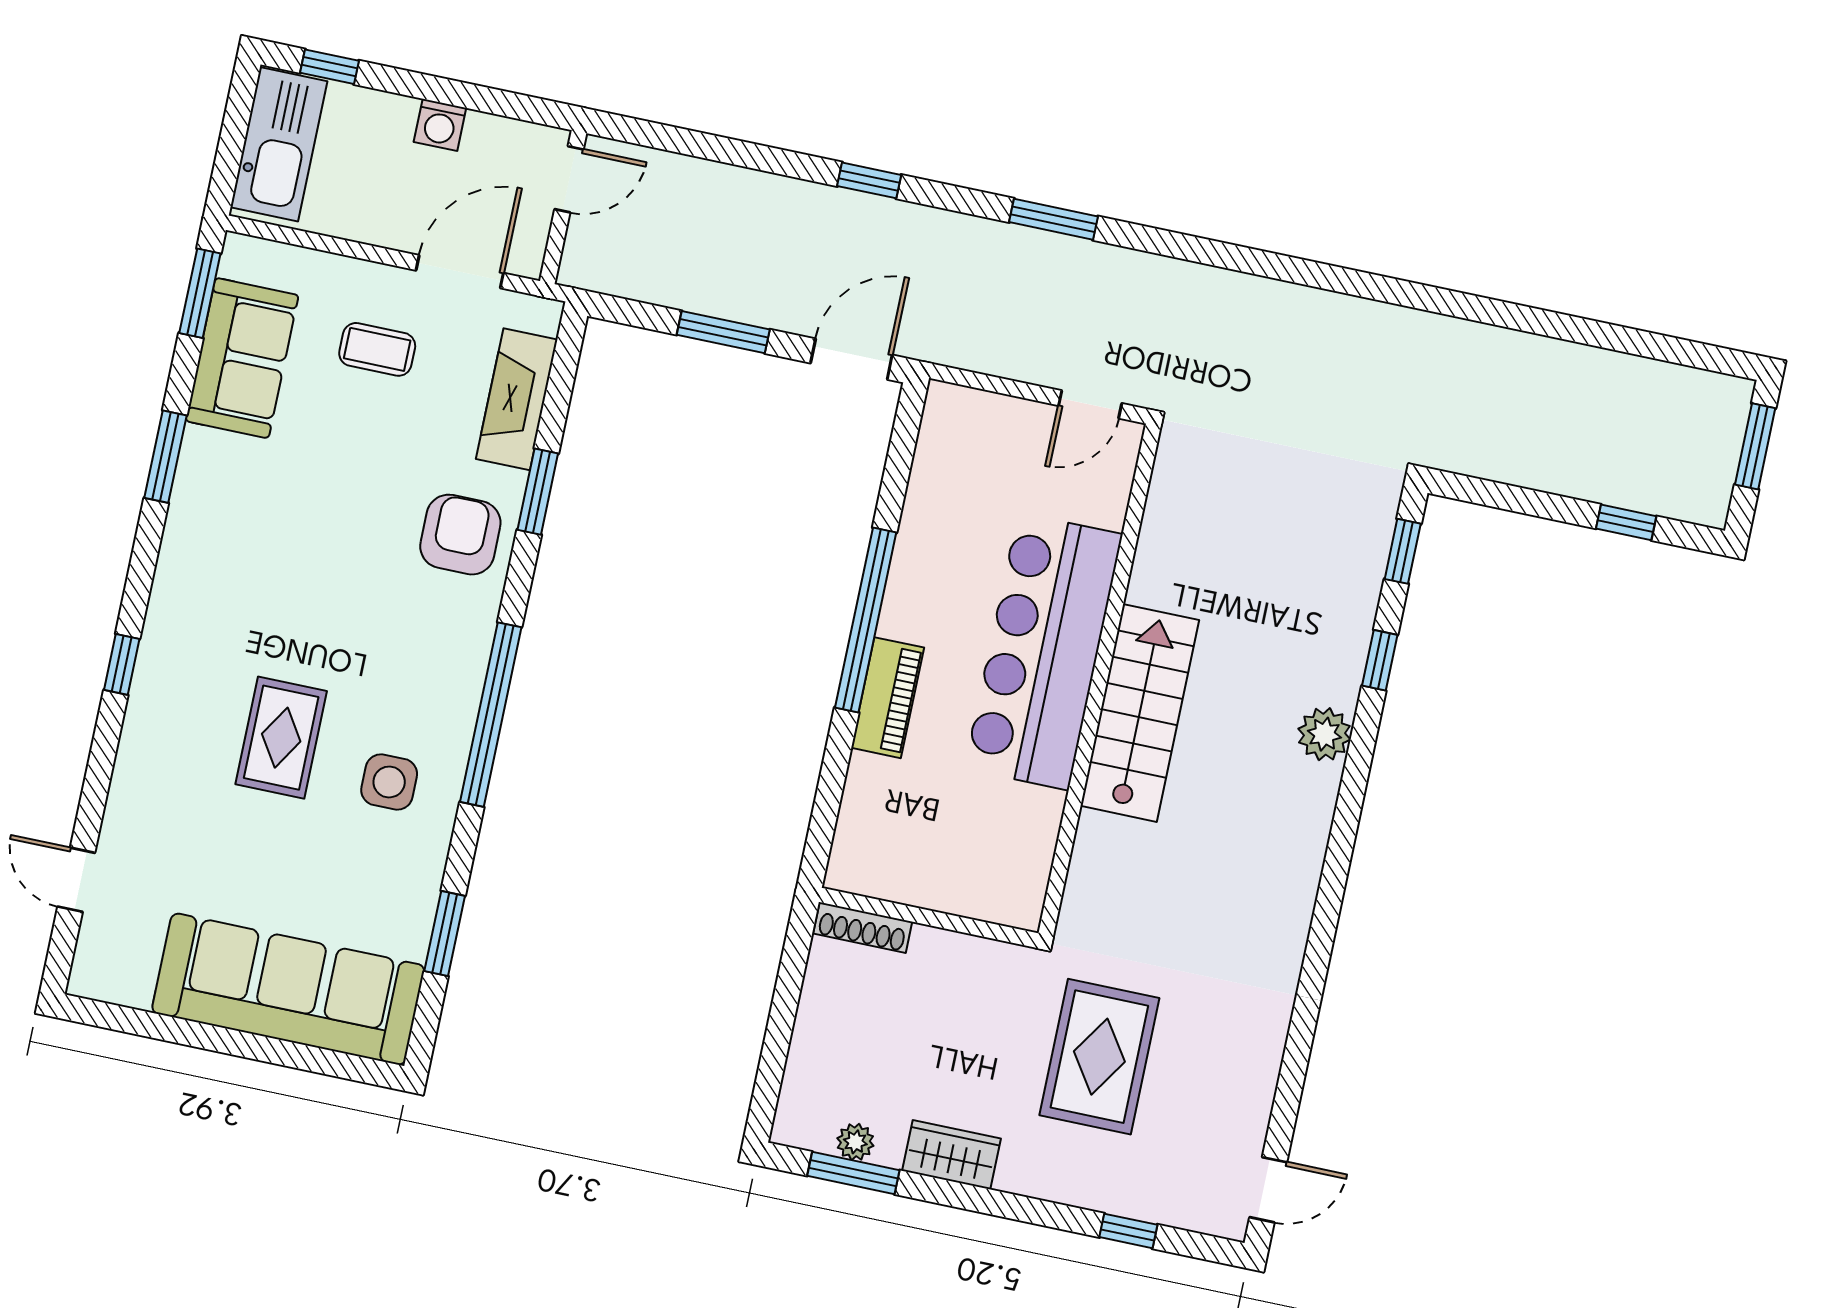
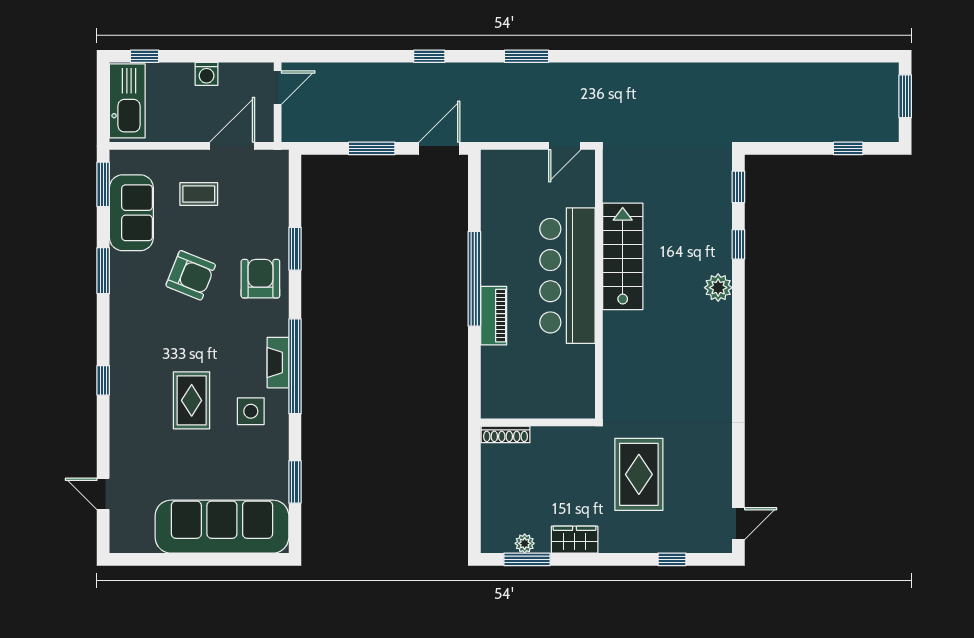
fireplace: (517, 399) -> (278, 363), moved, width x0.73, depth x0.76
armchair: (329, 500) -> (191, 275), added
stairs: (1140, 713) -> (623, 256), moved

